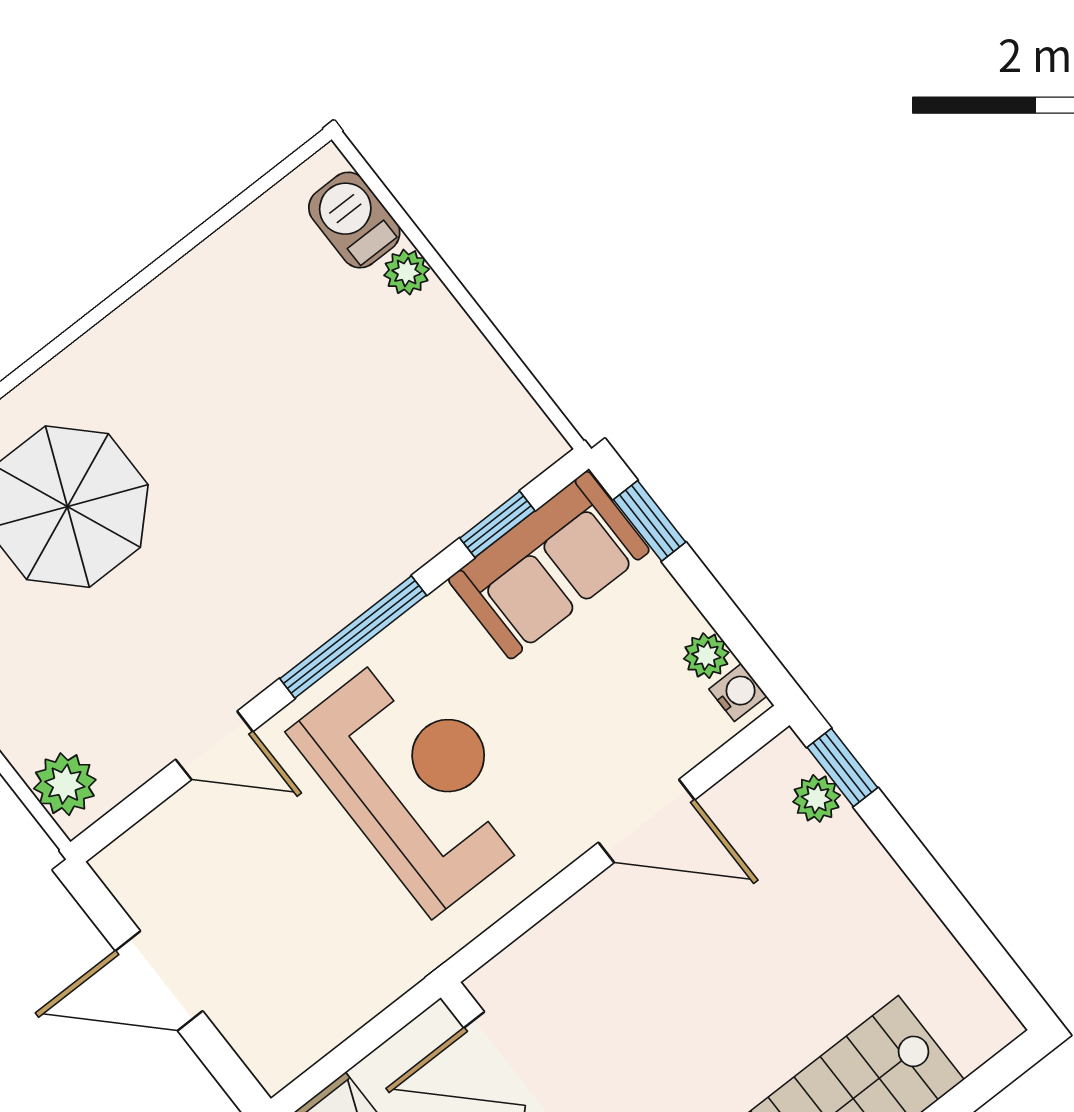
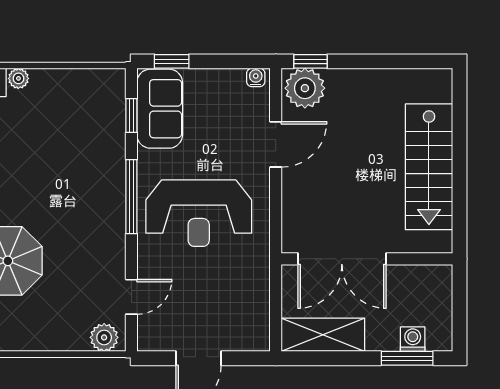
plant: (706, 656) -> (234, 78), removed
door: (214, 745) -> (131, 297), moved
reception desk: (417, 780) -> (199, 213), turned 180
plant: (817, 798) -> (305, 88), width x1.87, depth x1.87

